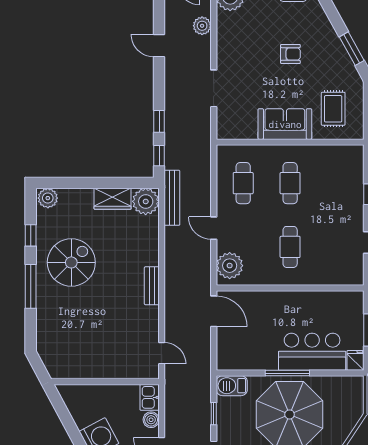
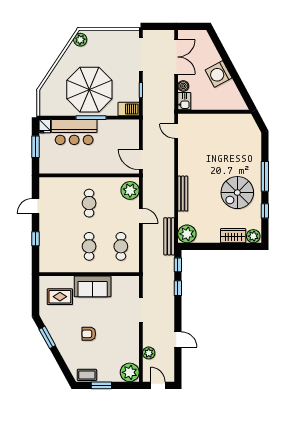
rug: (333, 109) -> (60, 297), turned 90
wardrobe: (113, 199) -> (233, 236), moved
bench: (152, 286) -> (183, 194), moved, width x1.36

